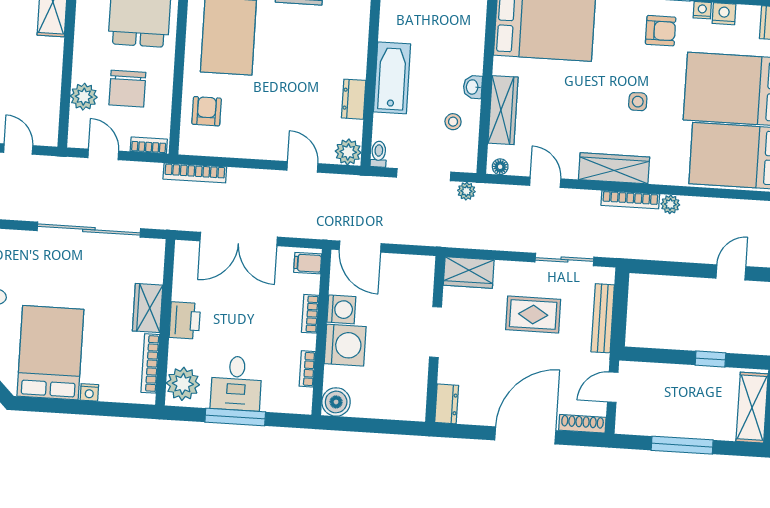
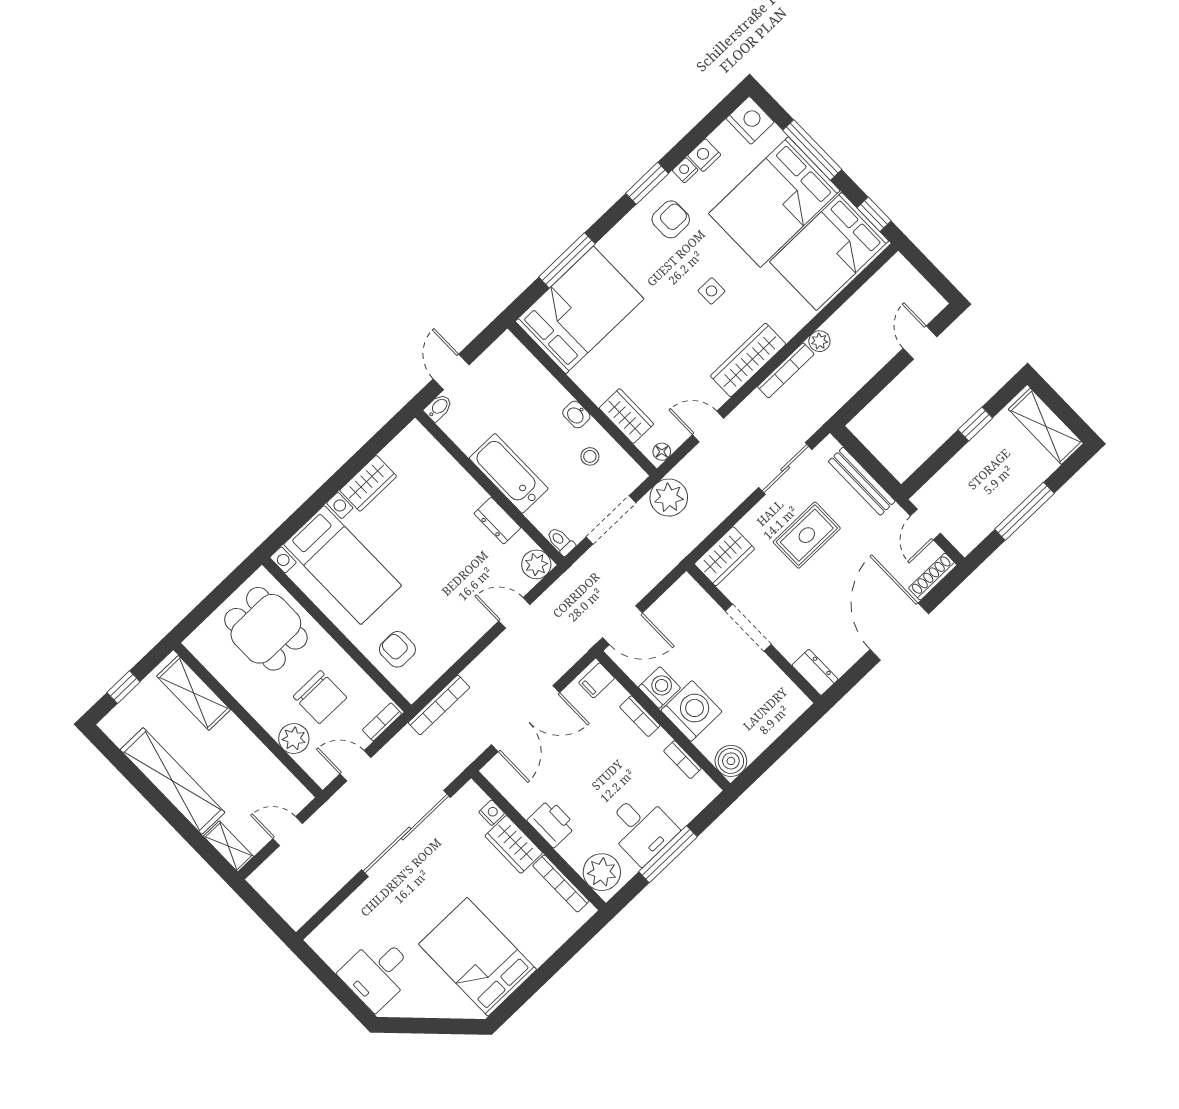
wardrobe: (503, 110) -> (626, 416), width x0.67
plant: (466, 191) -> (669, 498), width x1.88, depth x1.88
nightstand: (89, 392) -> (492, 813), moved, turned -90

